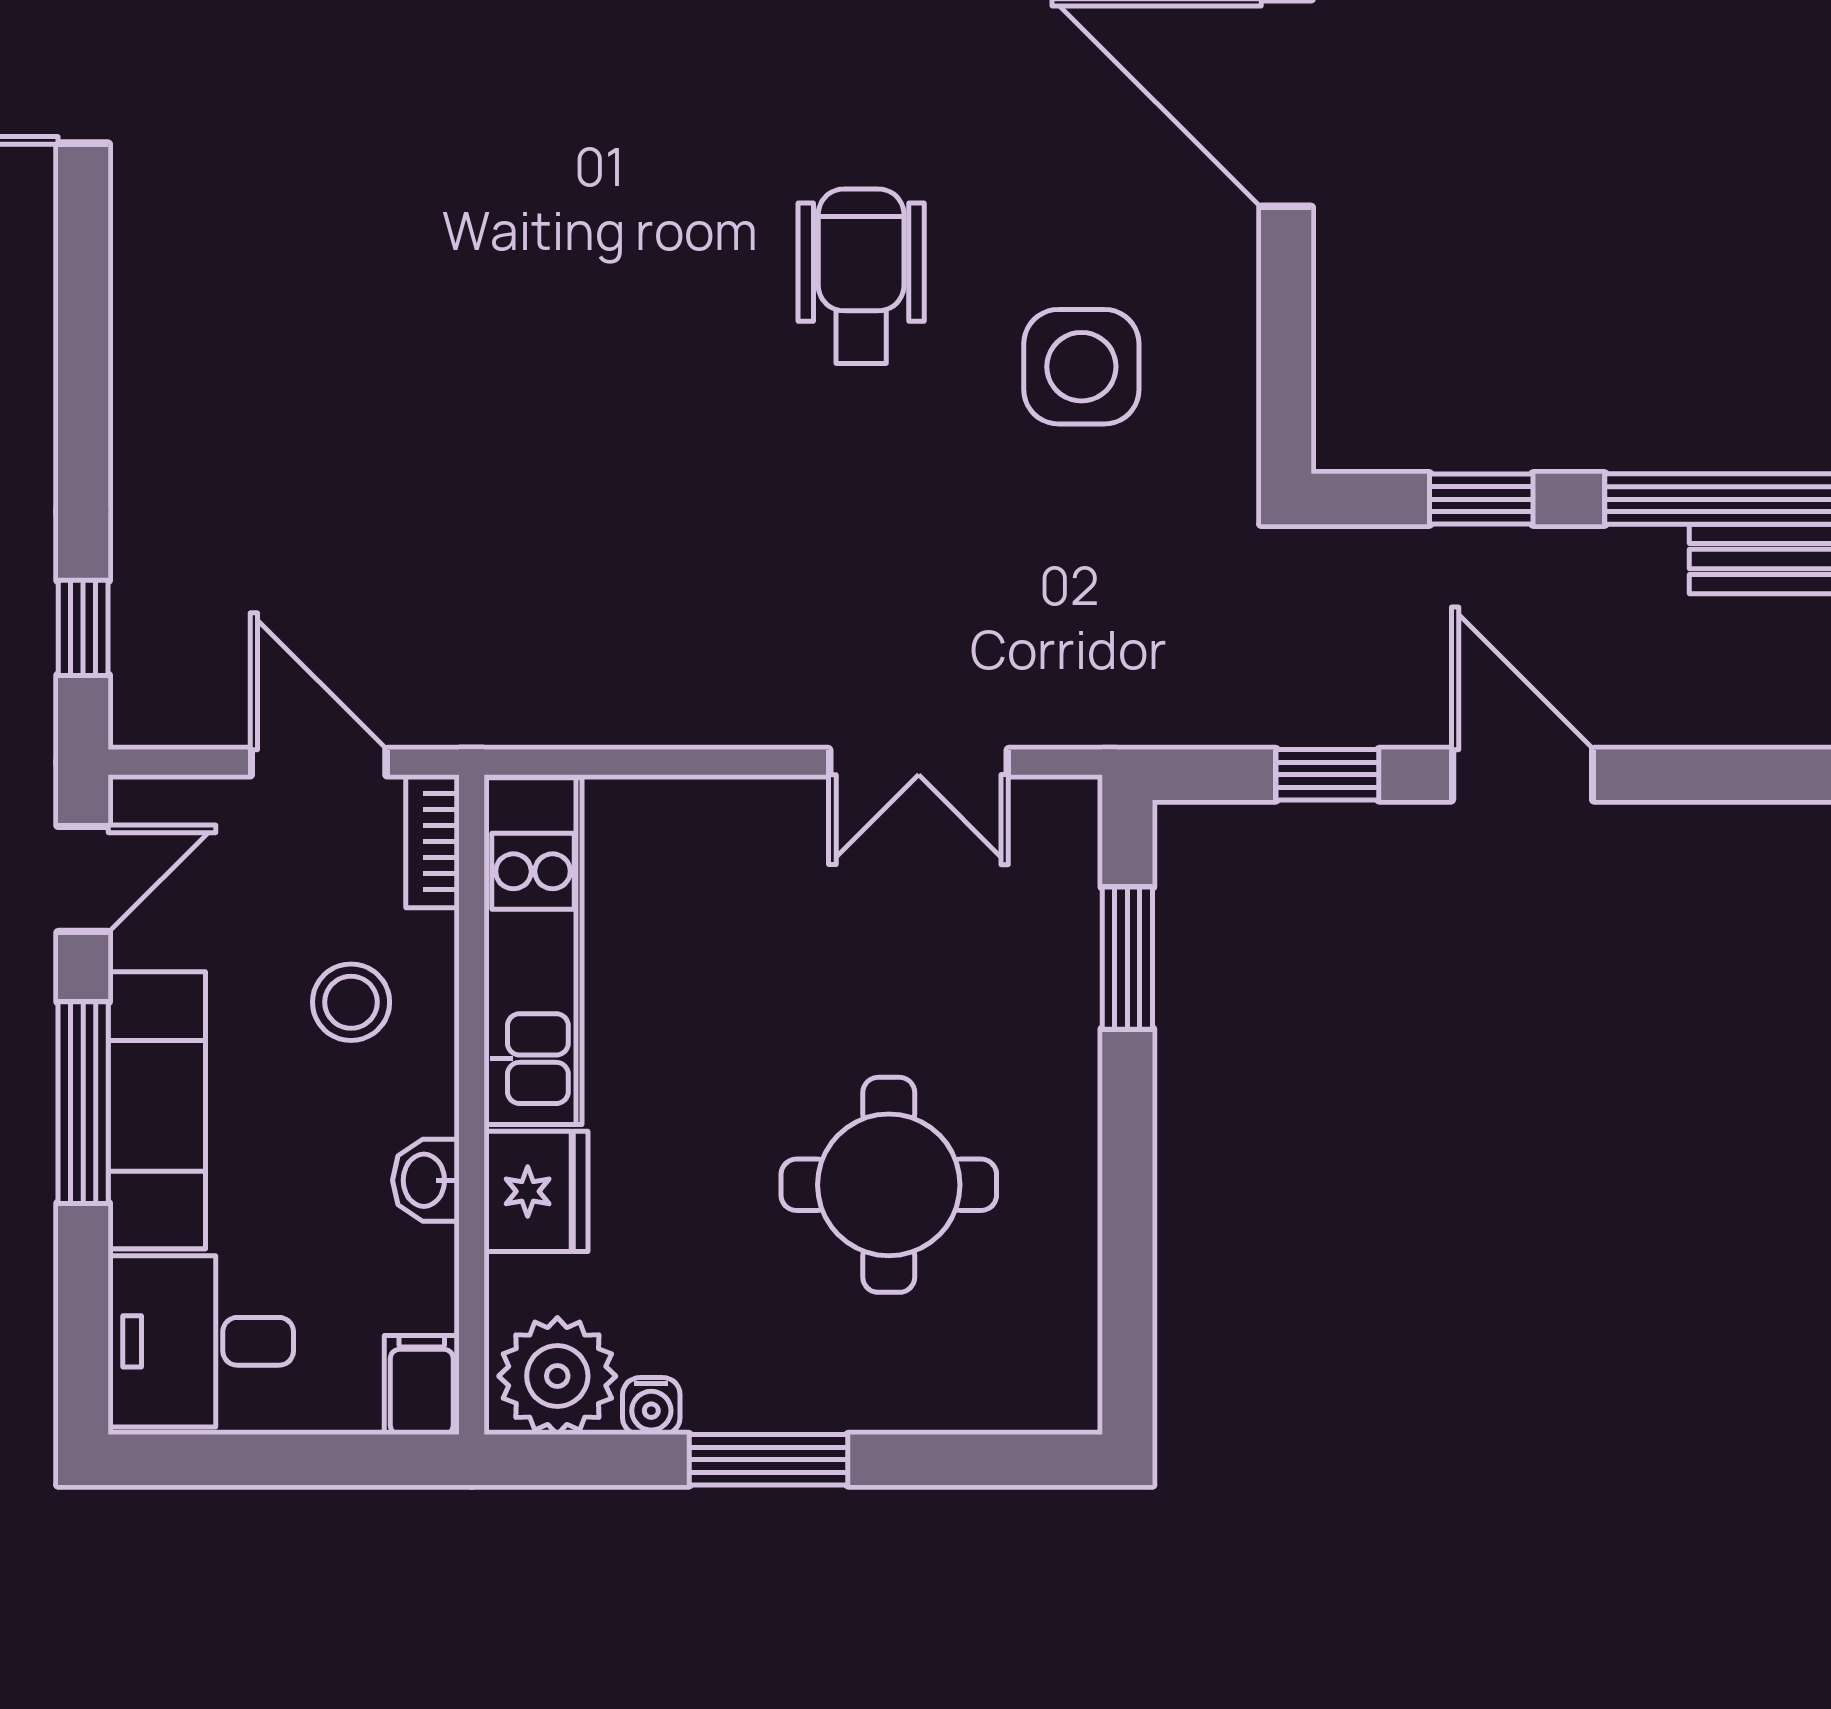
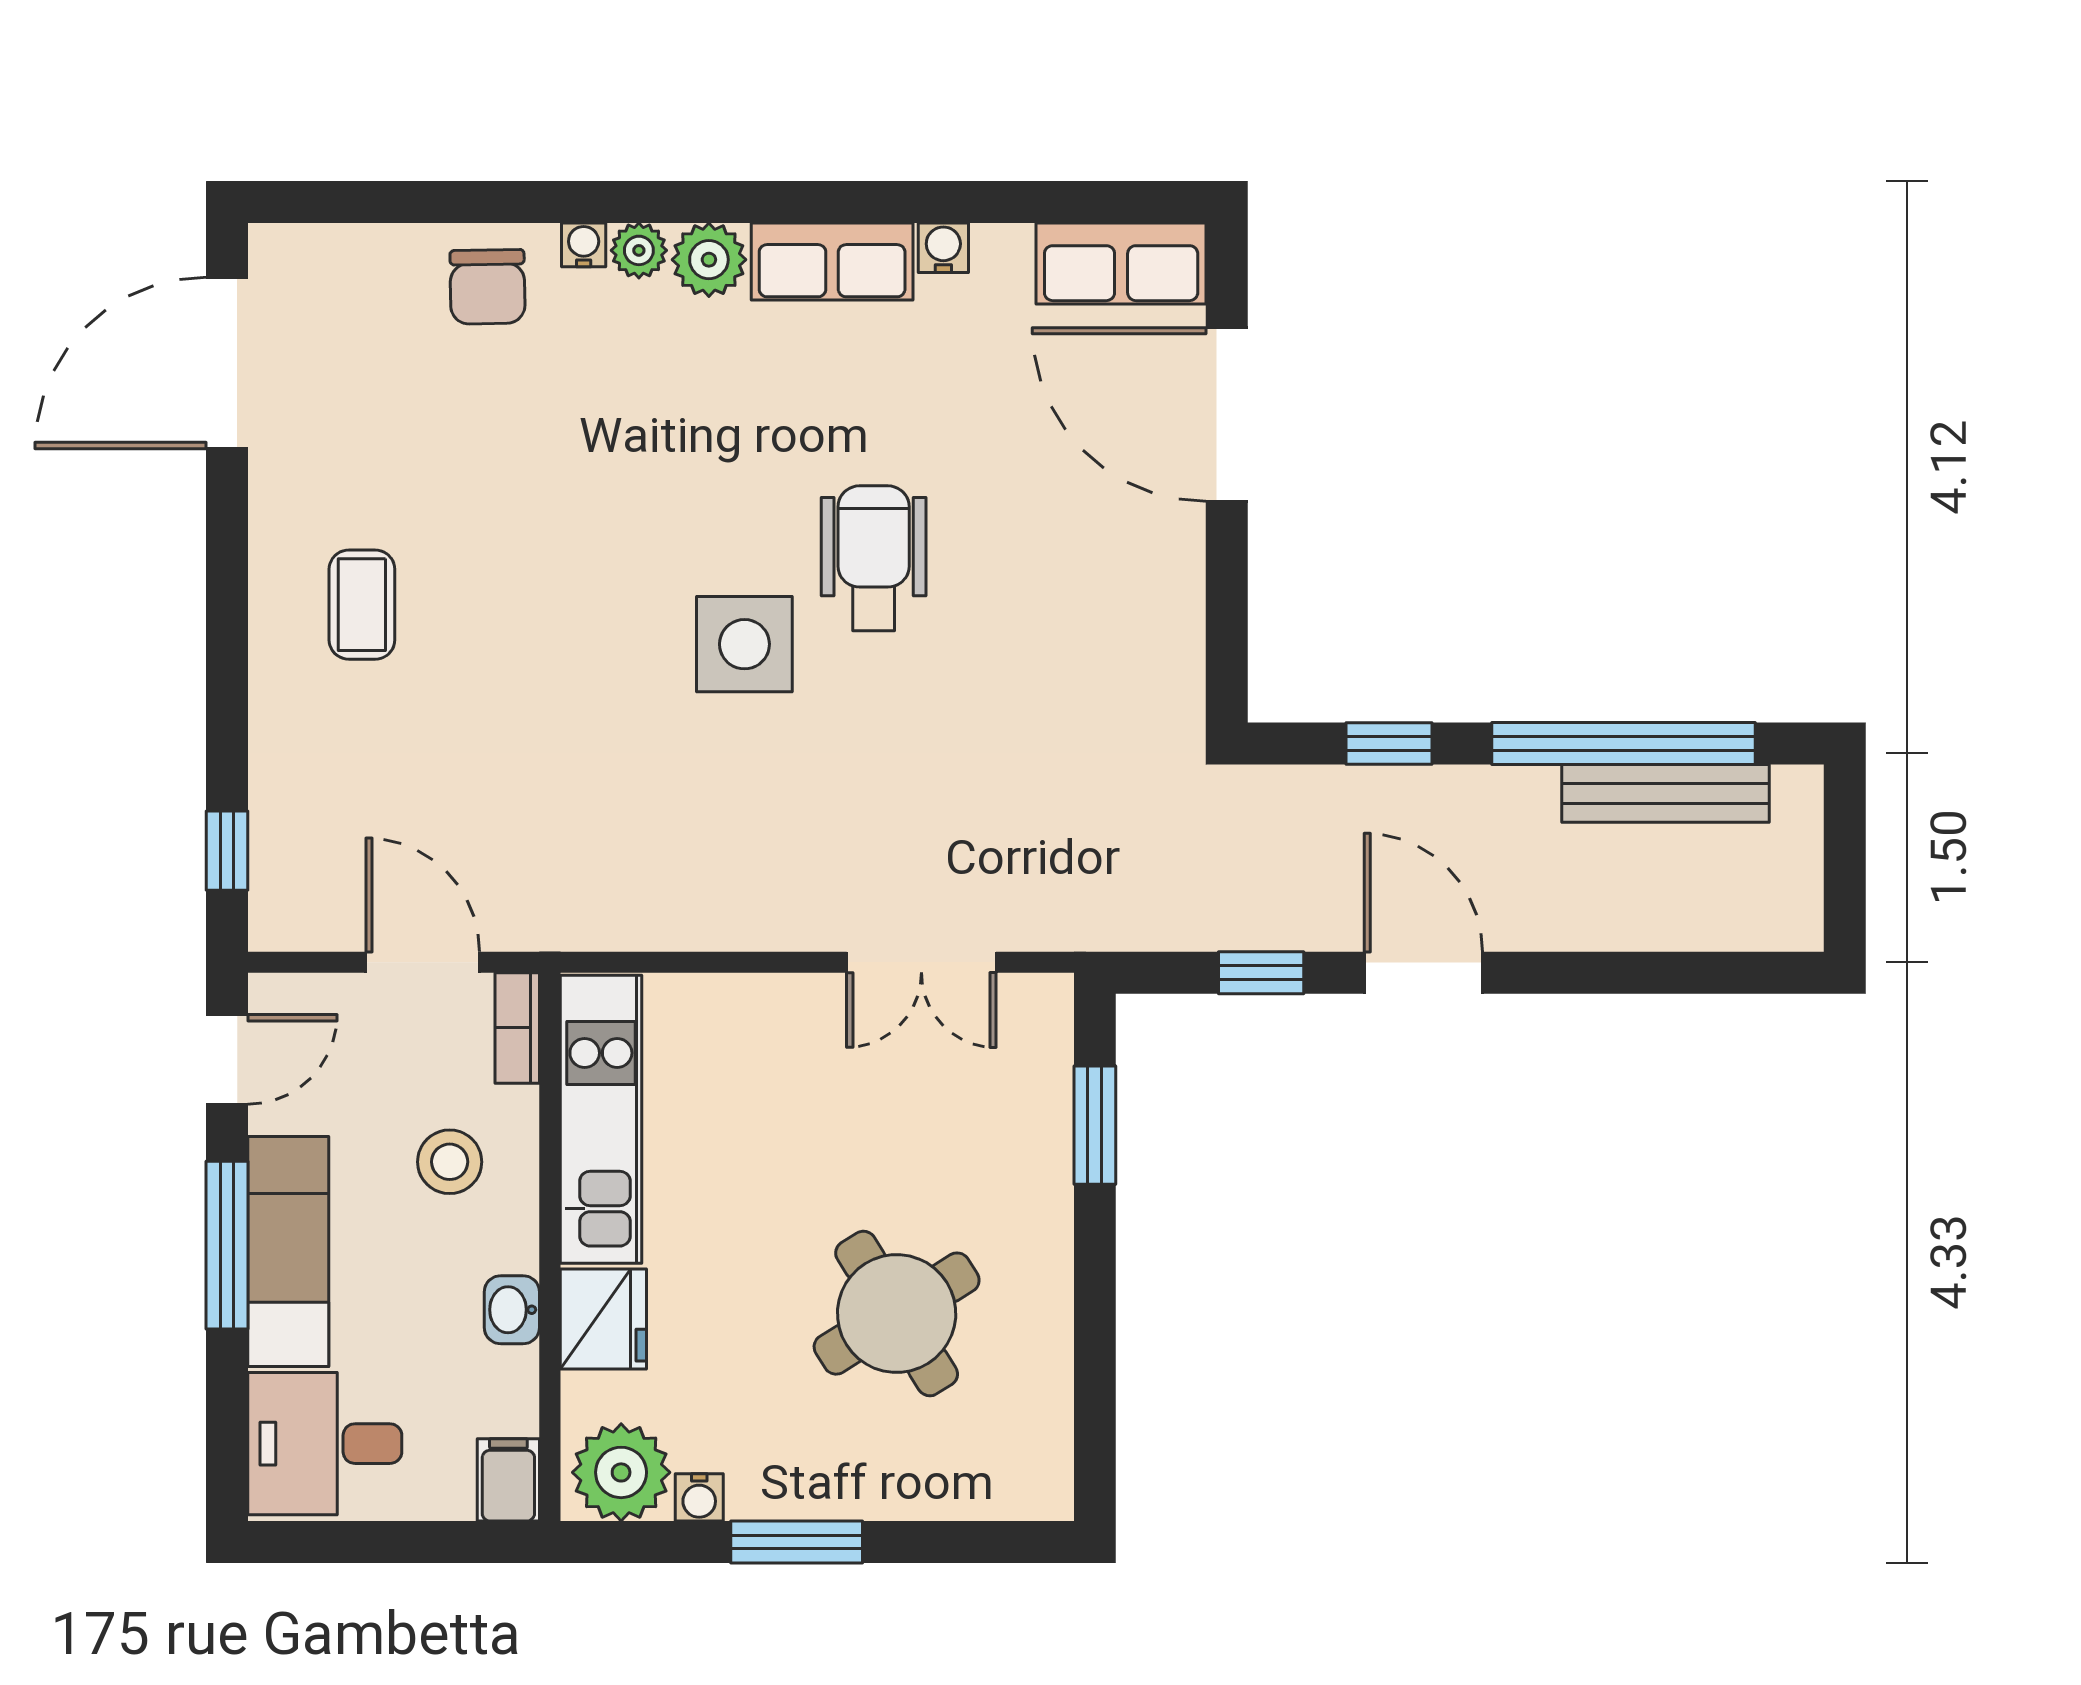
coffee table: (245, 332) -> (362, 605), added
side table: (1081, 367) -> (744, 644), moved
round table: (889, 1185) -> (897, 1314), turned -32

